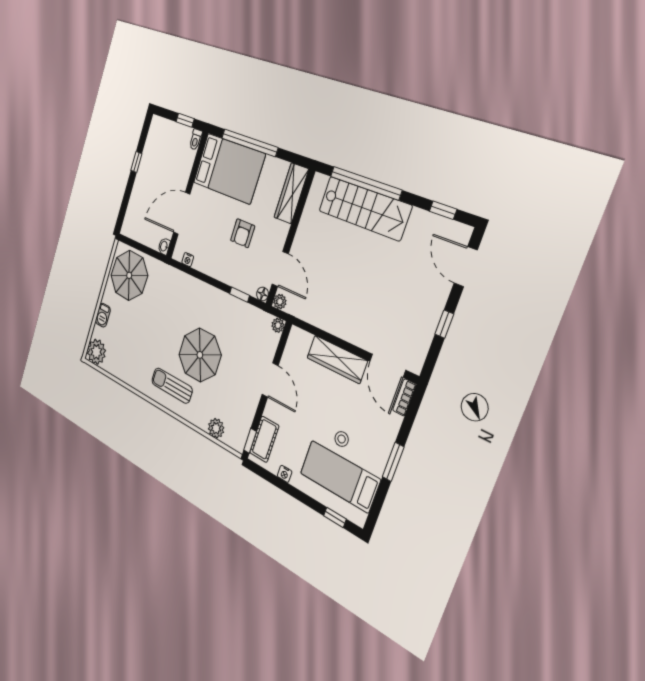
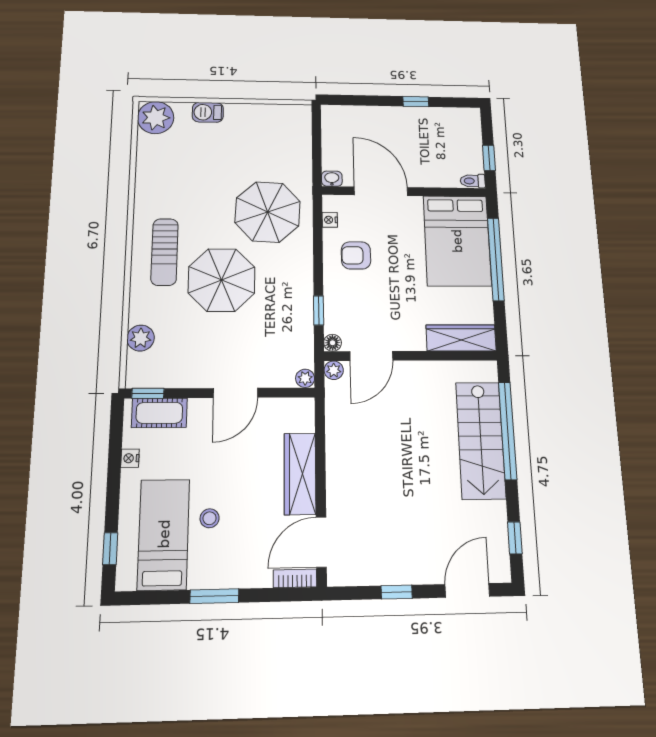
armchair: (243, 233) -> (356, 255), moved
parasol: (129, 275) -> (268, 212), moved
sun lounger: (172, 386) -> (165, 252), turned 180

